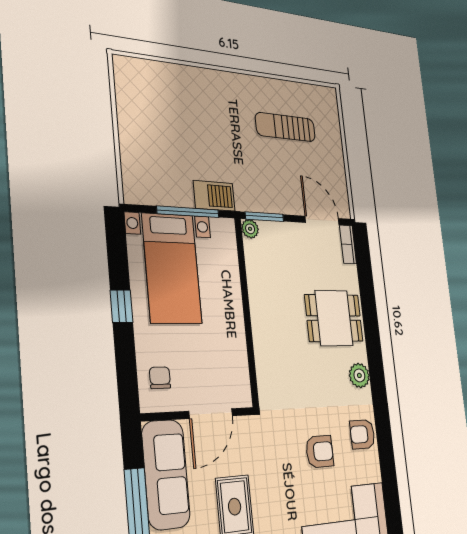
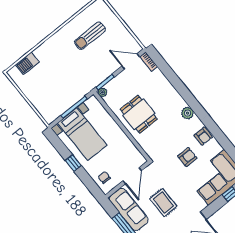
barbecue: (214, 196) -> (27, 64), moved, turned 180
dining table: (334, 318) -> (139, 114), moved, turned 90
armchair: (362, 434) -> (203, 136), turned -90

